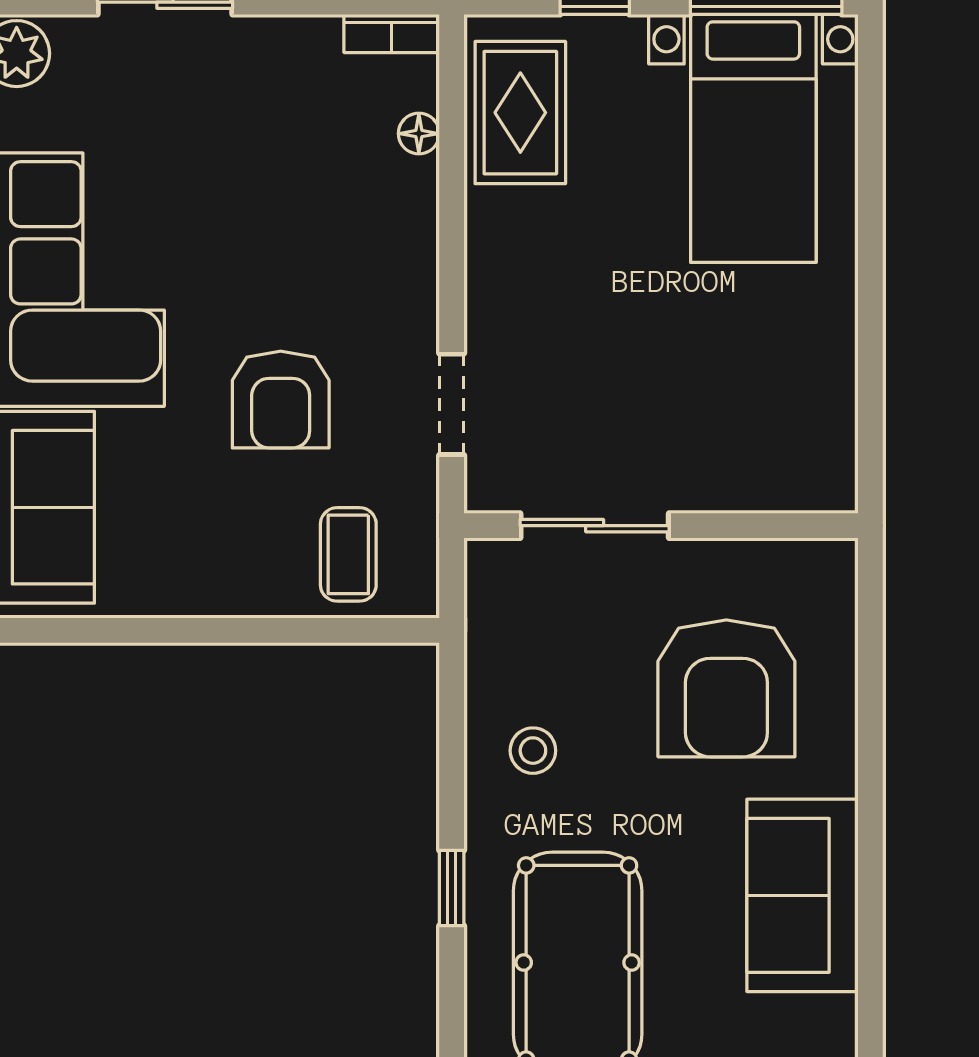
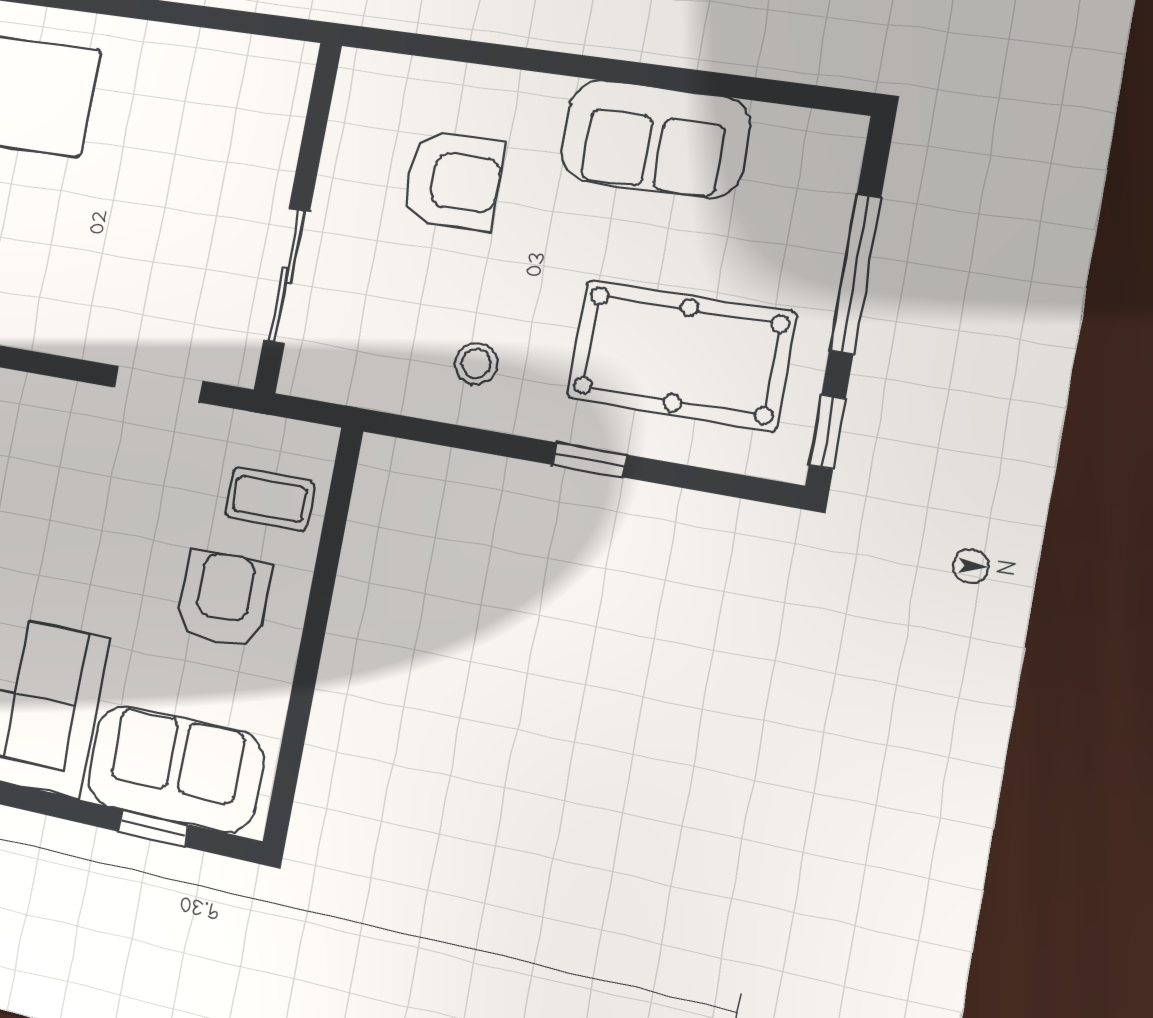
armchair: (281, 400) -> (223, 599), moved, turned -90
armchair: (726, 688) -> (453, 181), width x0.73, depth x0.73

